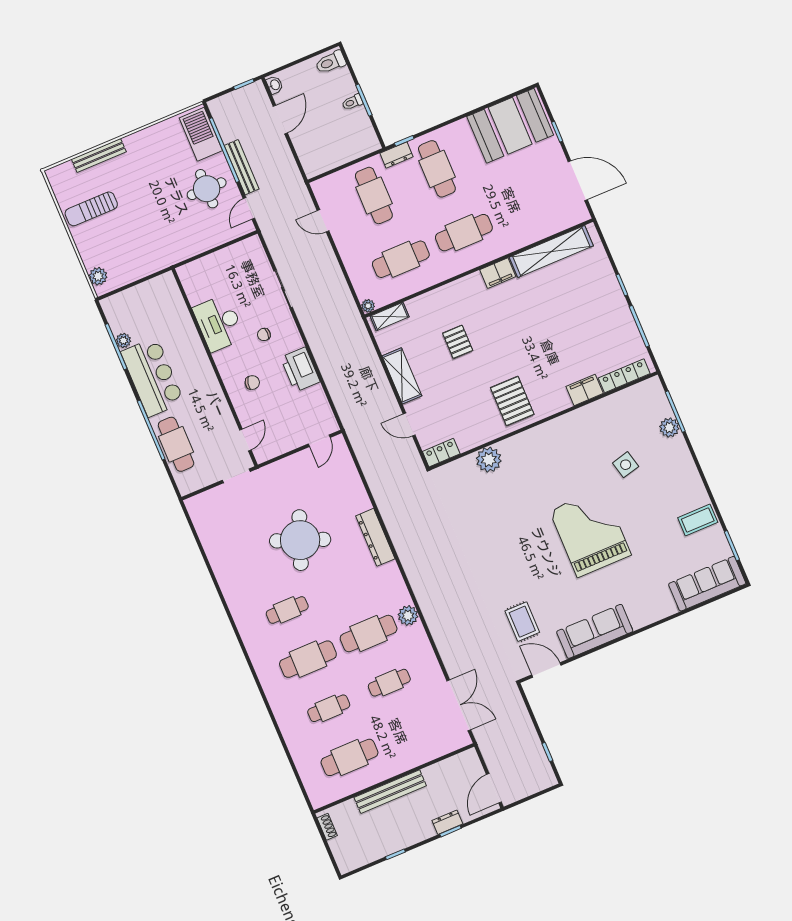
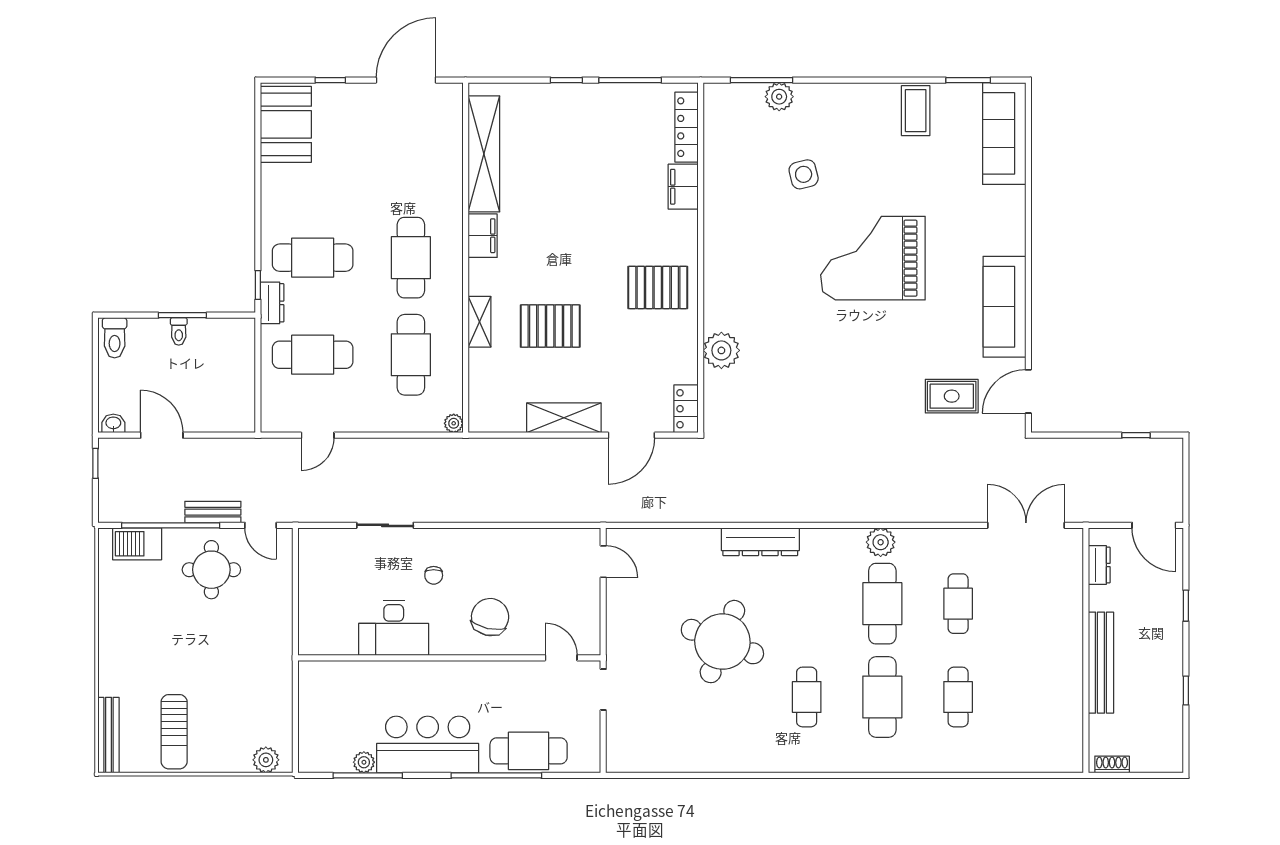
booth: (510, 126) -> (286, 124), width x0.73, depth x0.70
barbecue: (201, 134) -> (137, 544), width x0.73, depth x0.83
bench: (99, 155) -> (108, 735), moved
bench: (242, 167) -> (213, 512), width x0.73
shelving: (390, 316) -> (479, 322), moved
pallet: (458, 342) -> (550, 326), width x1.50, depth x1.42
printer: (300, 370) -> (500, 547), removed
chair: (252, 383) -> (490, 617), width x1.87, depth x1.87
door: (409, 424) -> (631, 435), width x1.38
cafe table: (349, 757) -> (1034, 697), removed
dresser: (447, 822) -> (1099, 565), moved, turned 180

